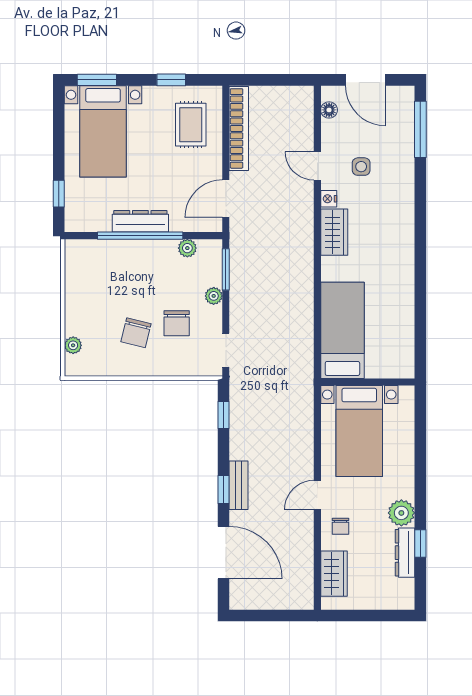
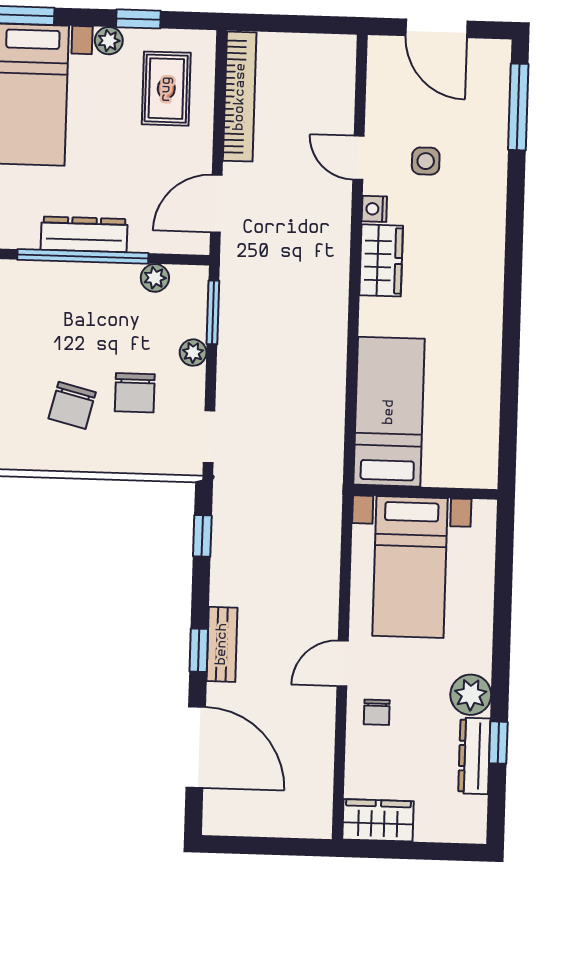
plant: (152, 95) -> (109, 41), added
floor lamp: (329, 110) -> (379, 73), removed
wardrobe: (334, 574) -> (378, 820), moved, turned -90

